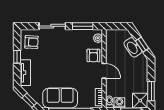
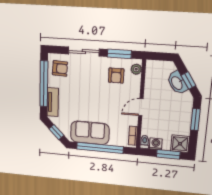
armchair: (93, 55) -> (116, 76), moved
window: (17, 57) -> (44, 84), width x3.17
door: (104, 71) -> (141, 107), swing flipped
window: (151, 91) -> (195, 120), moved

